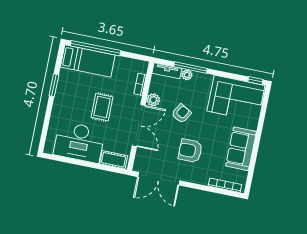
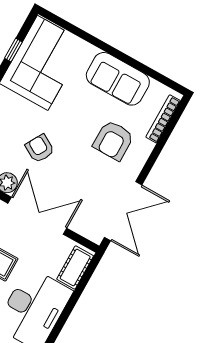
window: (255, 81) -> (13, 50), moved
armchair: (190, 151) -> (113, 140), moved

